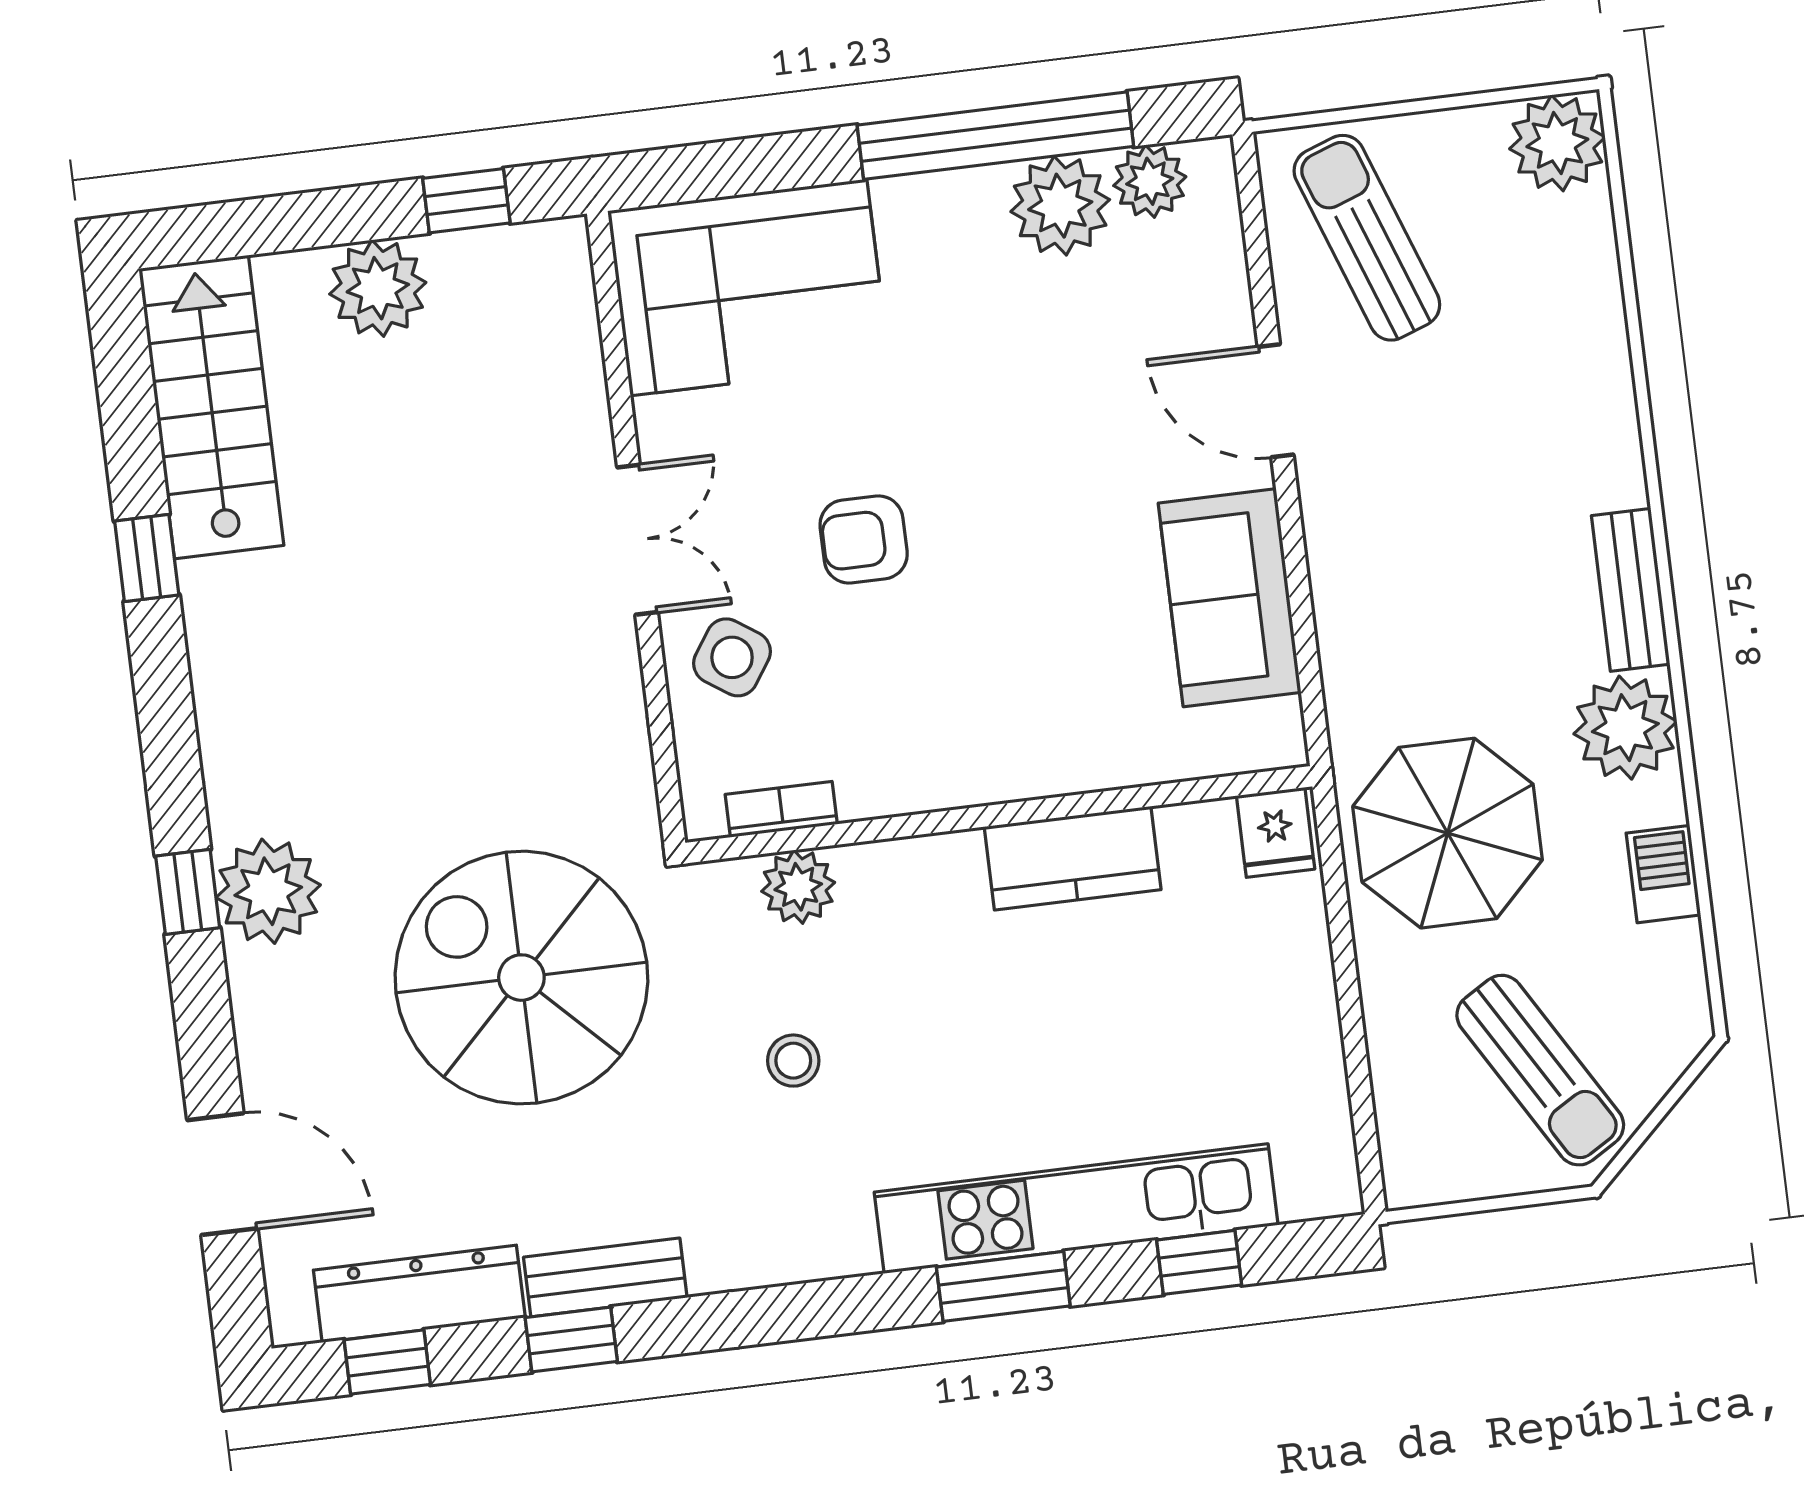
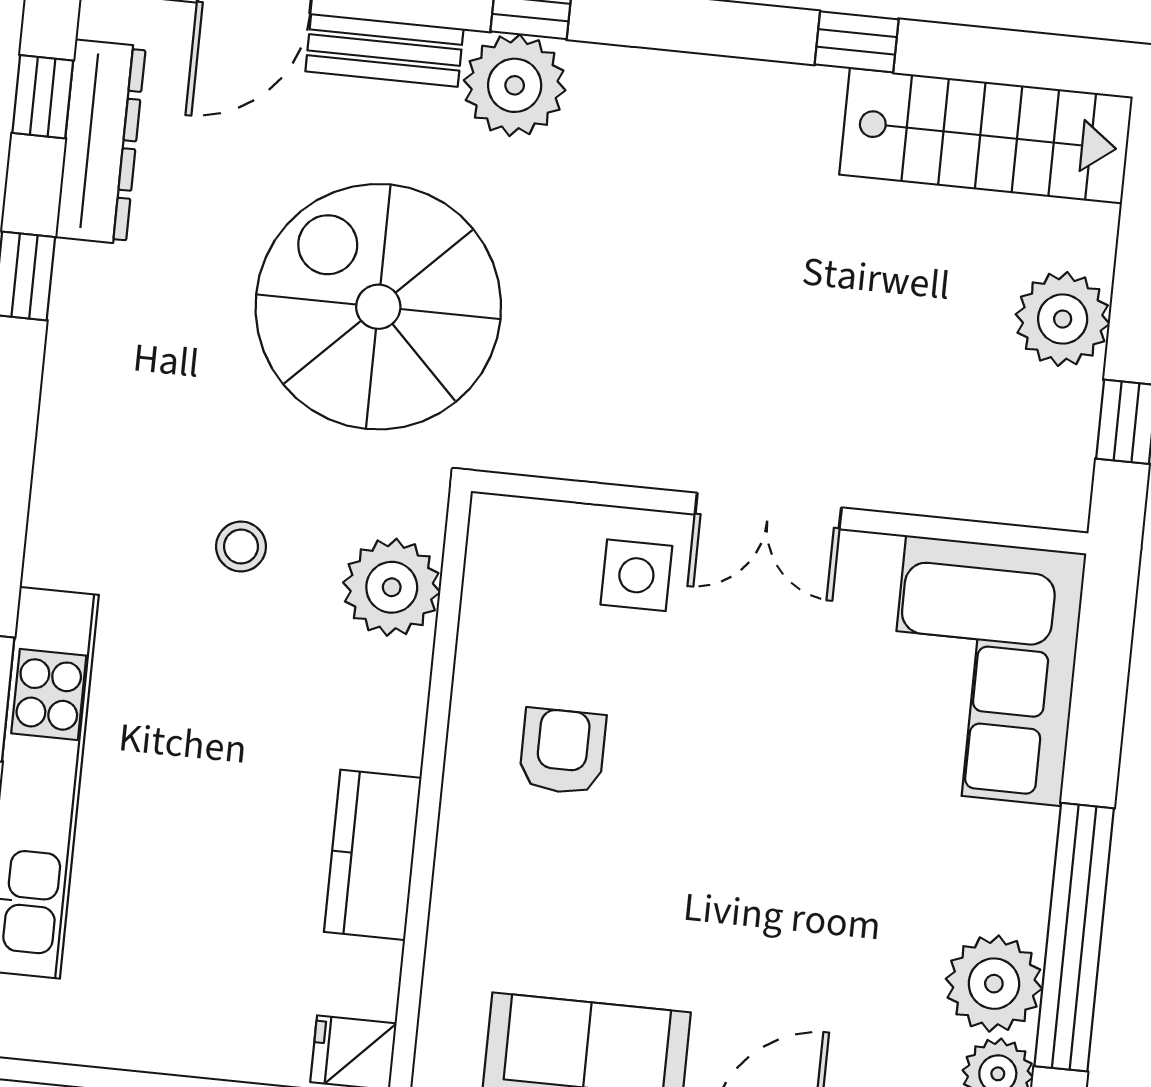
armchair: (864, 539) -> (562, 751), moved
side table: (732, 657) -> (636, 575), turned -34
bookcase: (781, 809) -> (482, 589), removed
plant: (798, 887) -> (392, 587), width x1.36, depth x1.36
spiral stairs: (521, 978) -> (378, 307), turned -90
bench: (605, 1277) -> (384, 50), moved, turned 90

